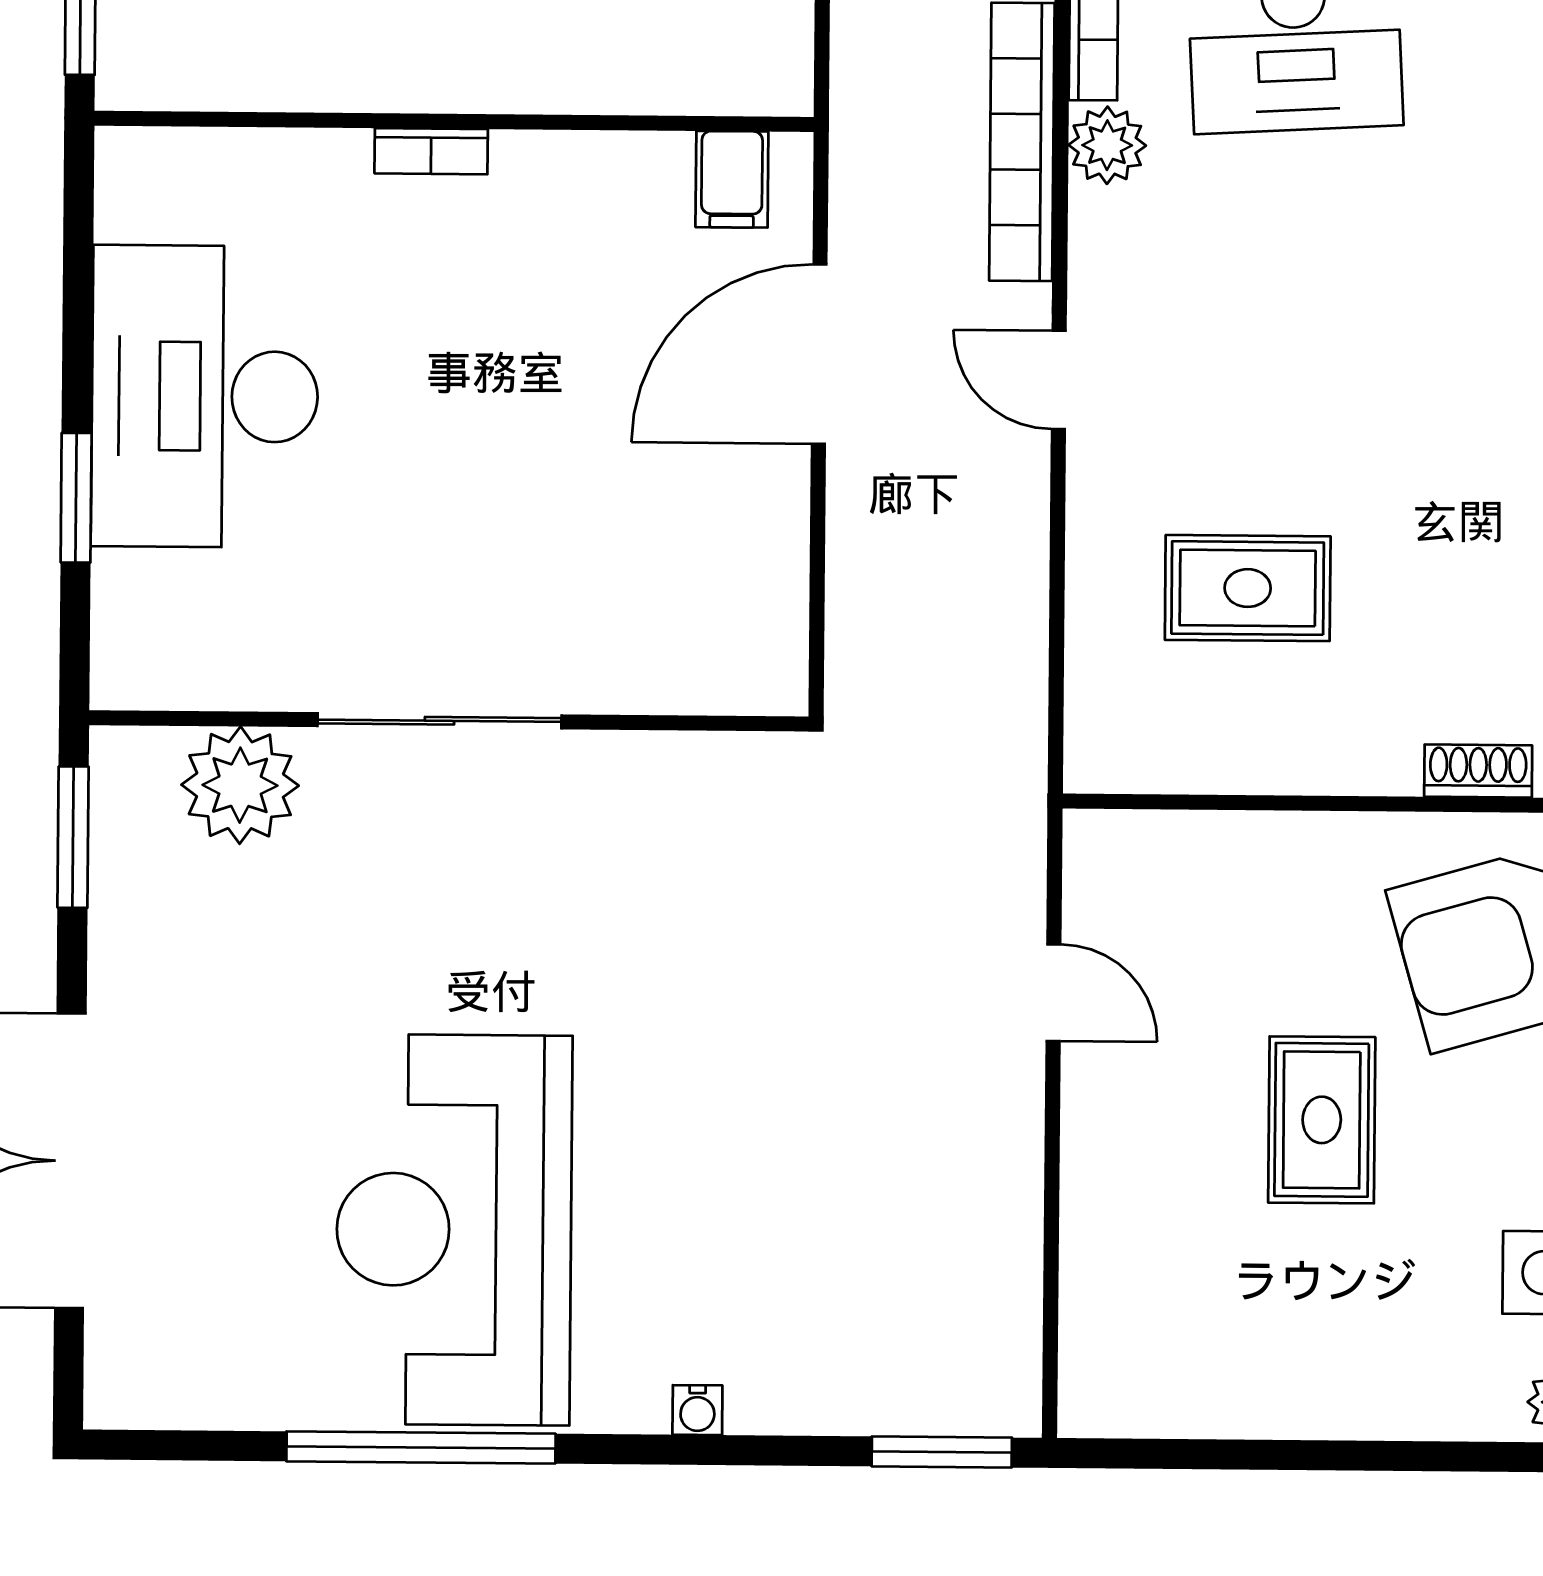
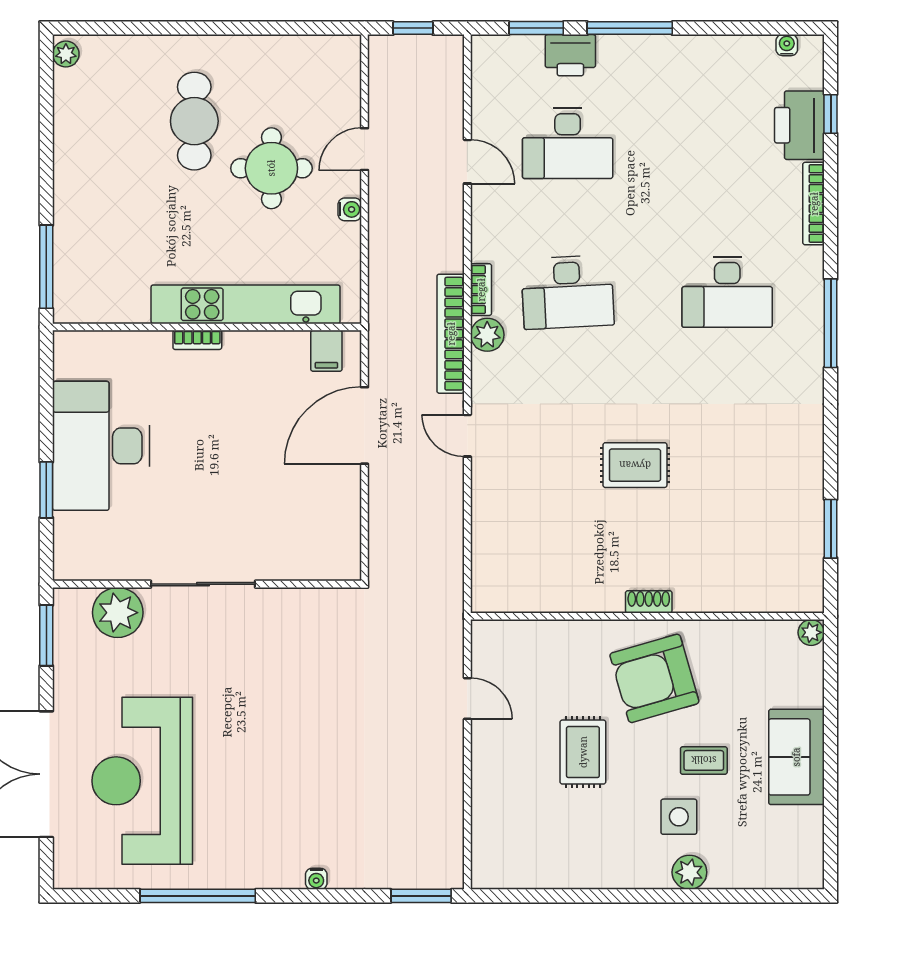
kitchen unit: (544, 69) -> (246, 304), added
rug: (1248, 588) -> (635, 465), moved
reception desk: (454, 1230) -> (142, 781), moved

